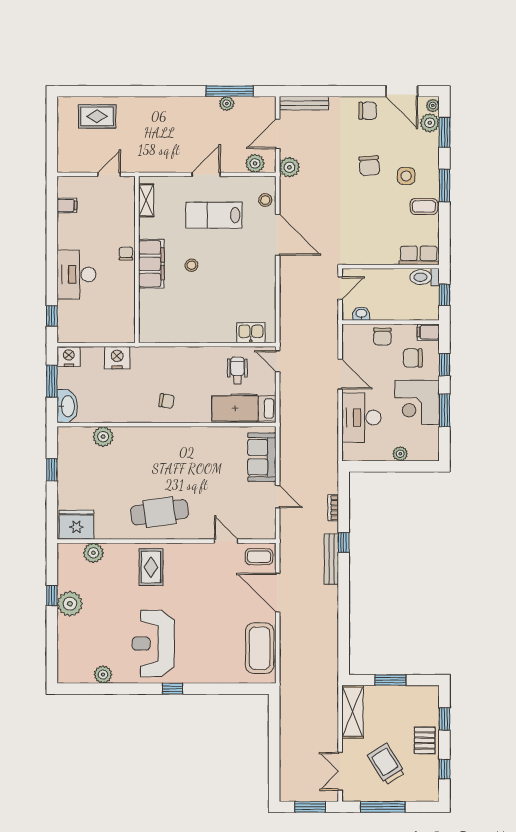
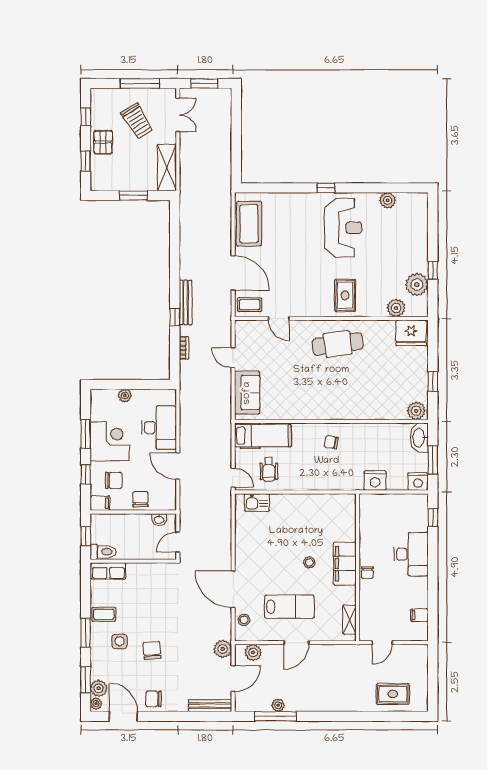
plant: (103, 437) -> (416, 411), moved
plant: (70, 604) -> (417, 284), moved

